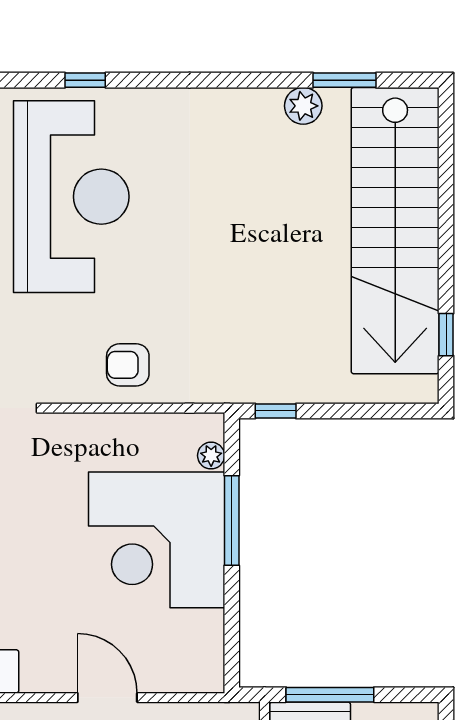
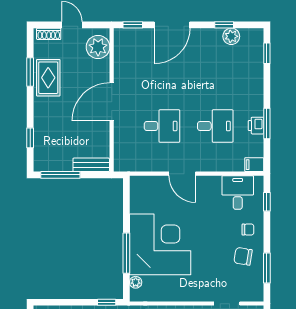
window: (330, 695) -> (60, 175), moved

